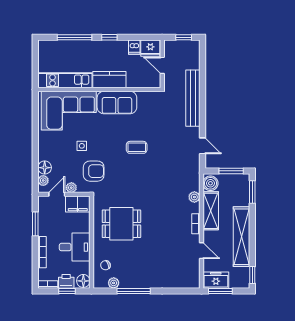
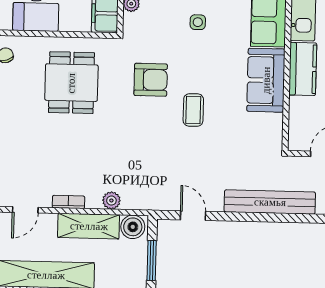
door: (203, 146) -> (193, 216), swing flipped
armchair: (94, 171) -> (151, 80), moved, turned -90

